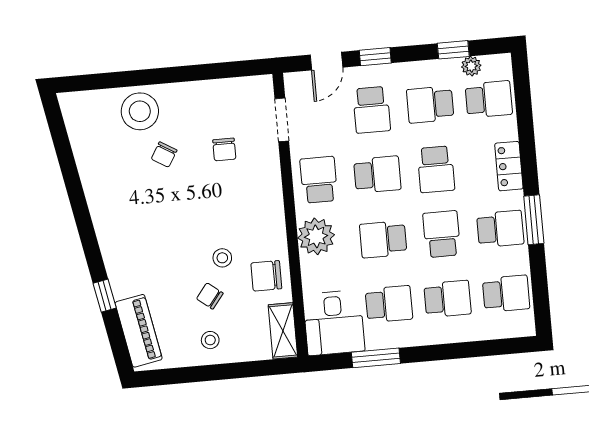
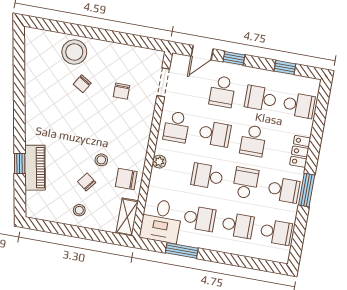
plant: (471, 66) -> (294, 81), removed
school desk: (319, 180) -> (176, 127), turned 180
plant: (316, 236) -> (159, 162), width x0.53, depth x0.53
piano: (139, 331) -> (35, 168), moved

